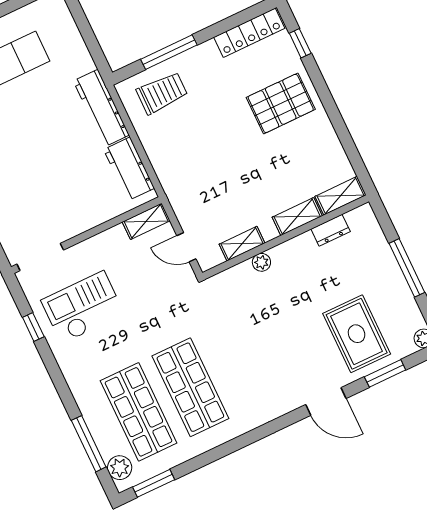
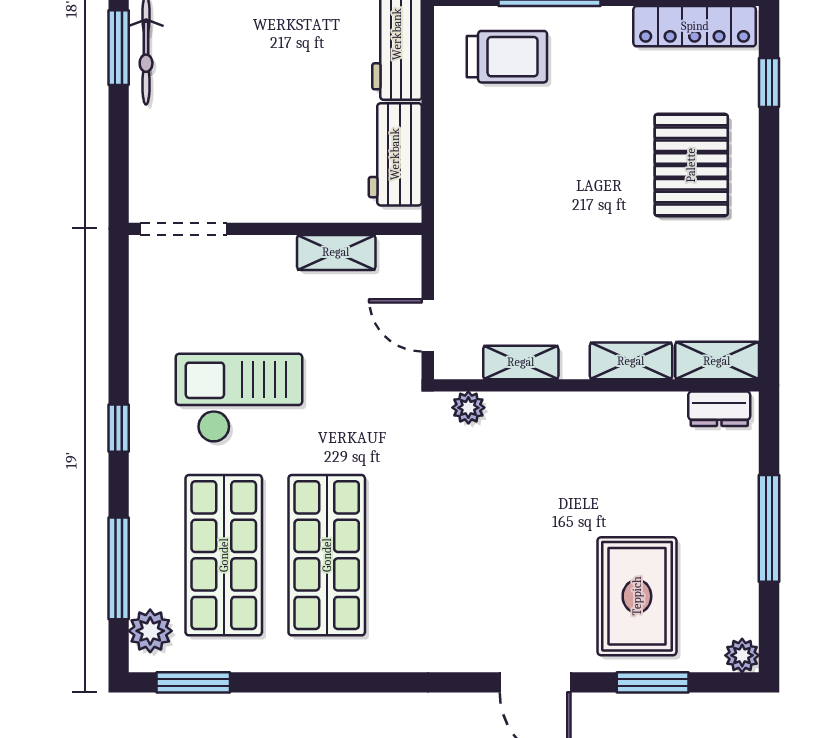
pallet: (281, 103) -> (691, 165), turned 90
shelving: (146, 221) -> (336, 252), moved
dresser: (331, 230) -> (719, 409), moved
plant: (261, 262) -> (468, 408), moved
checkout: (83, 307) -> (239, 398), moved
window: (33, 327) -> (119, 428), moved

